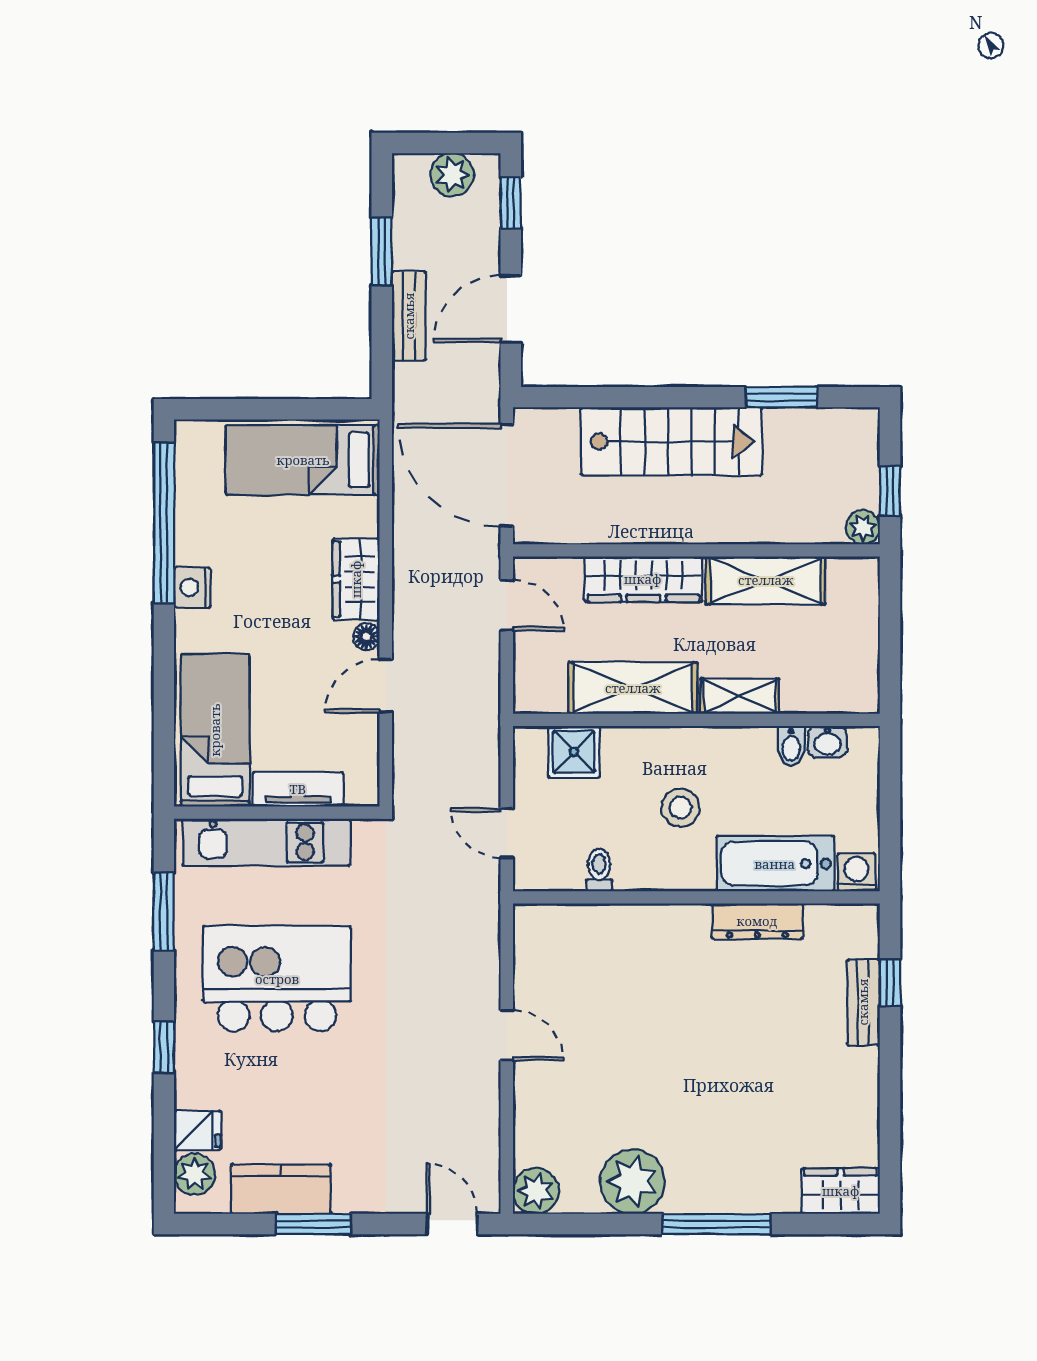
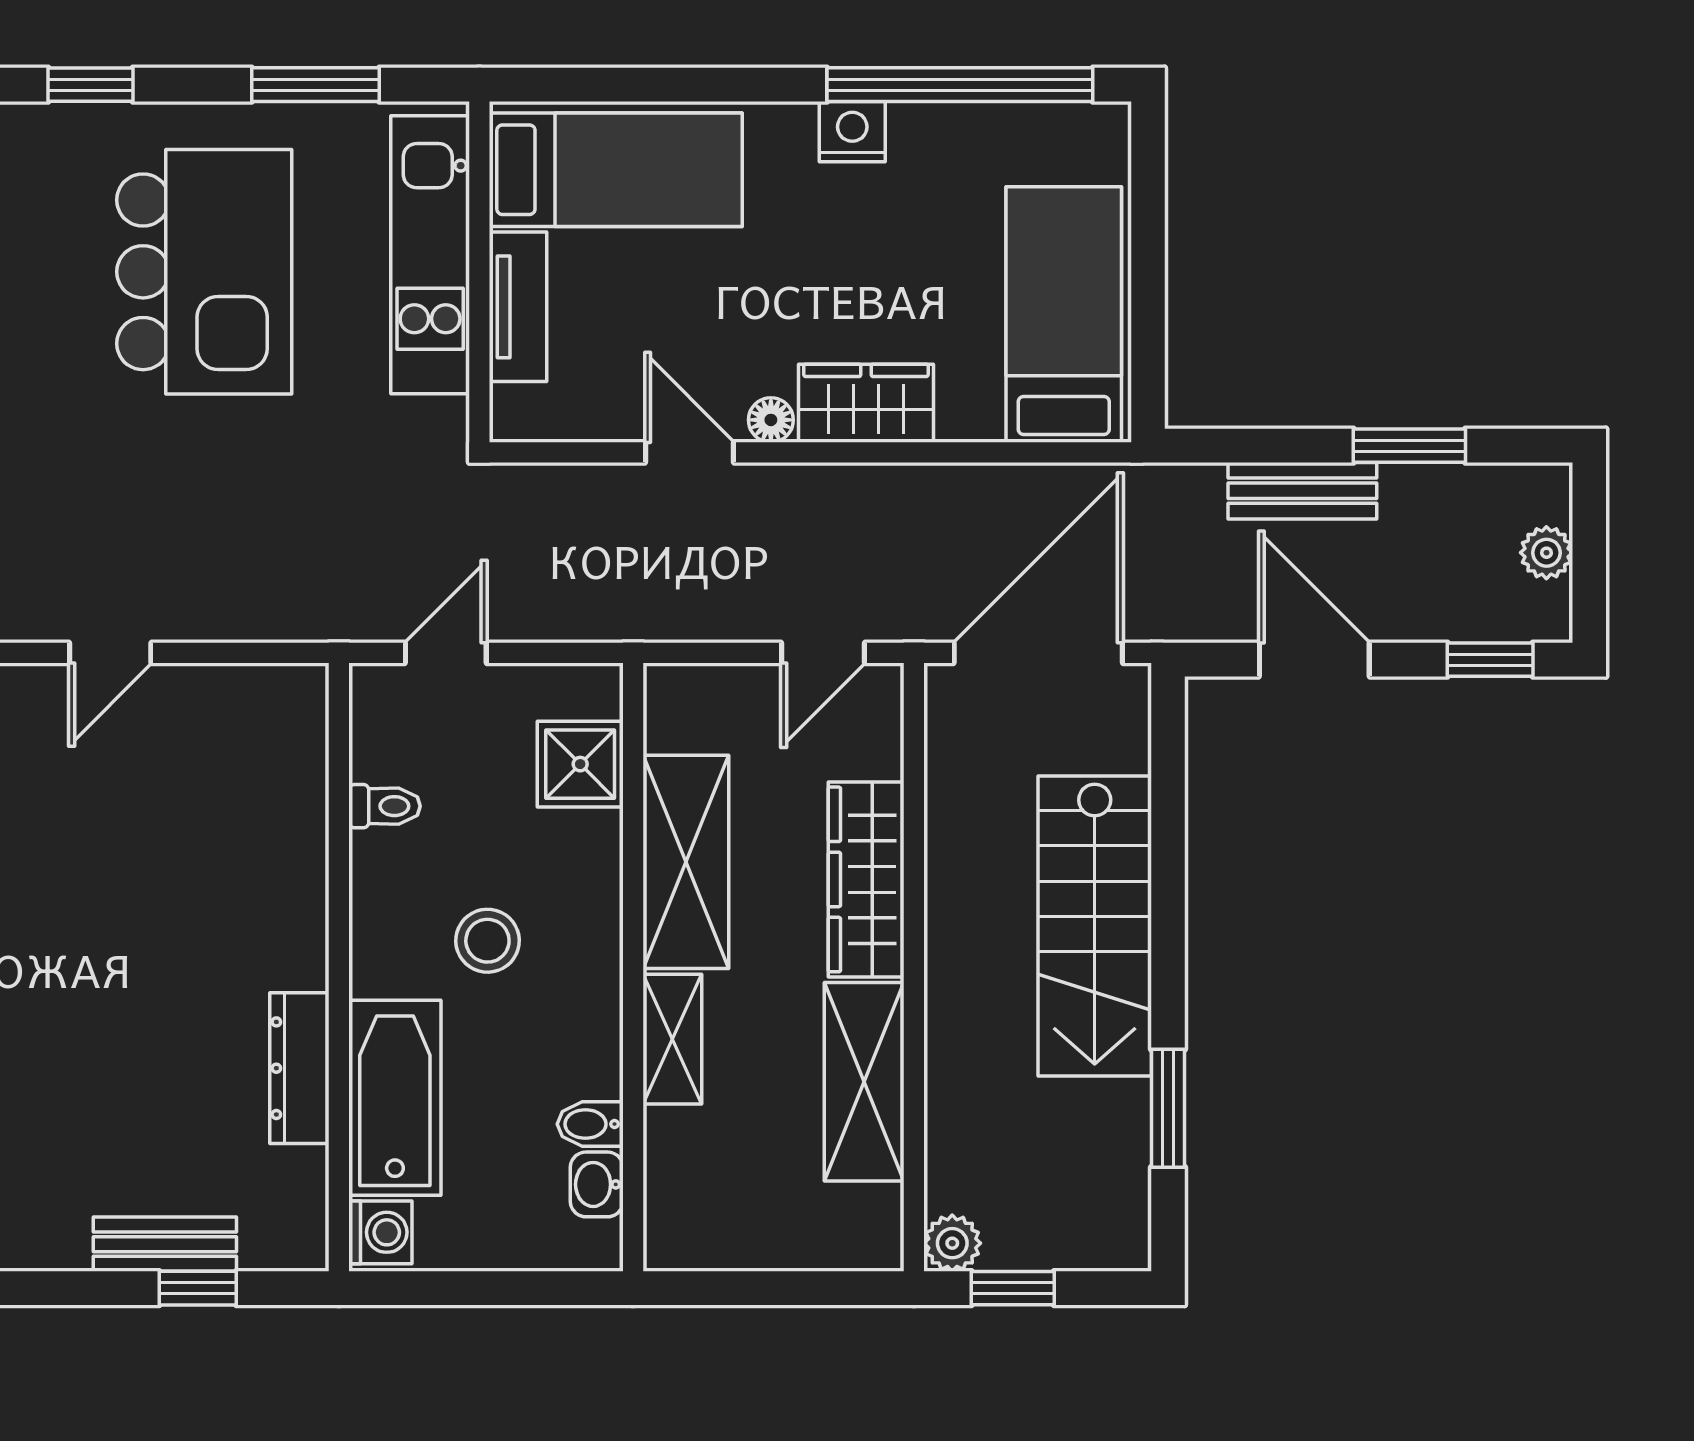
plant: (452, 175) -> (1546, 553), width x0.73, depth x0.73

